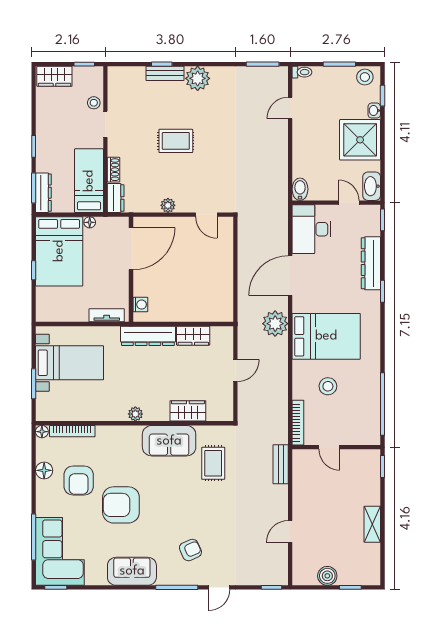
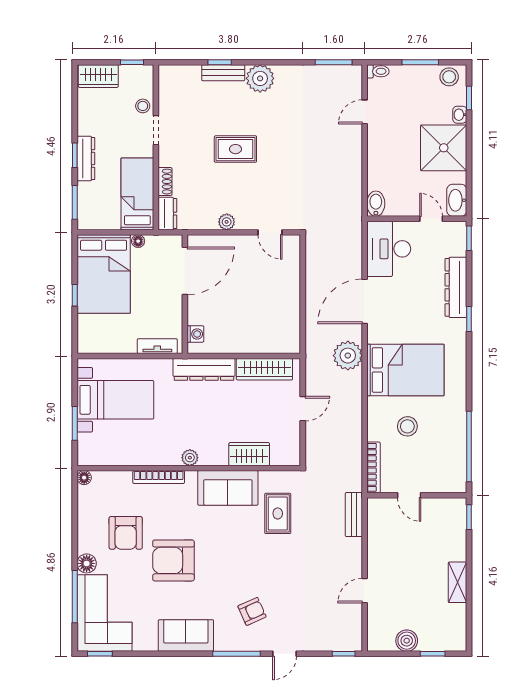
dresser: (43, 193) -> (86, 158), moved
wardrobe: (193, 336) -> (264, 369), width x1.50
bookcase: (72, 431) -> (159, 477), moved
floor lamp: (44, 470) -> (87, 563), moved

